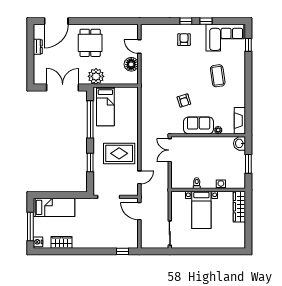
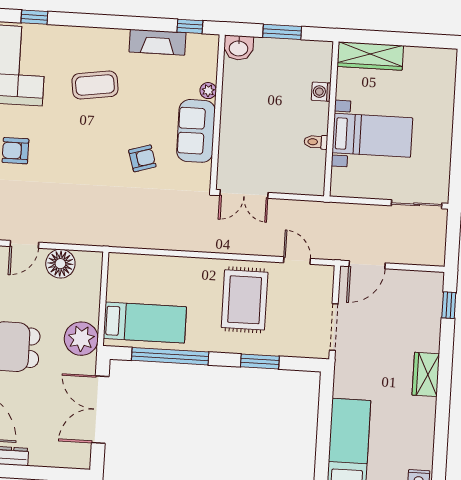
window: (248, 119) -> (190, 26), added
fireplace: (240, 121) -> (157, 42), moved
wardrobe: (62, 242) -> (426, 374), moved

